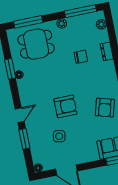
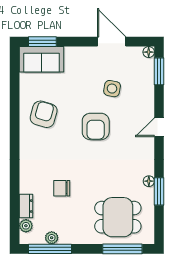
plant: (62, 23) -> (52, 238), moved
dresser: (107, 51) -> (26, 206), moved
armchair: (65, 106) -> (96, 126), turned -90
window: (24, 139) -> (159, 71), moved

